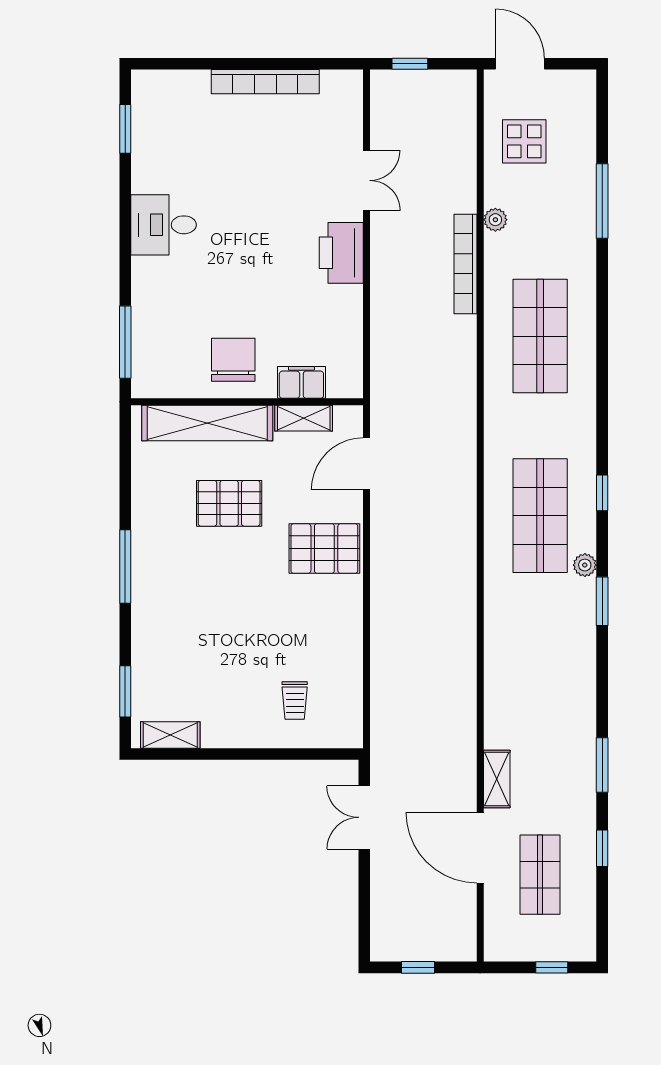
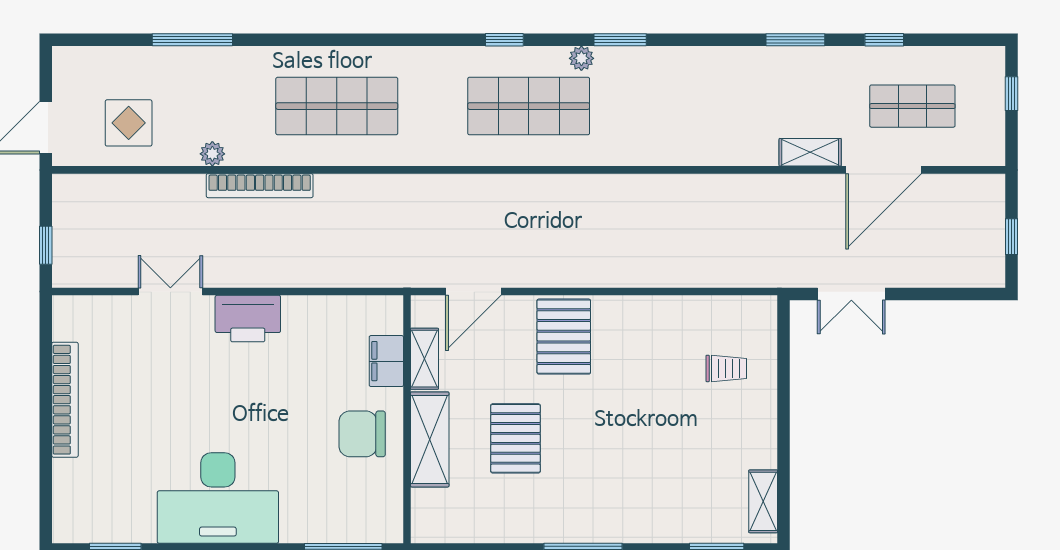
desk: (164, 225) -> (218, 498), width x1.87, depth x1.30
shelving: (207, 423) -> (430, 439), width x0.68
door: (367, 464) -> (473, 292), hinge flipped

